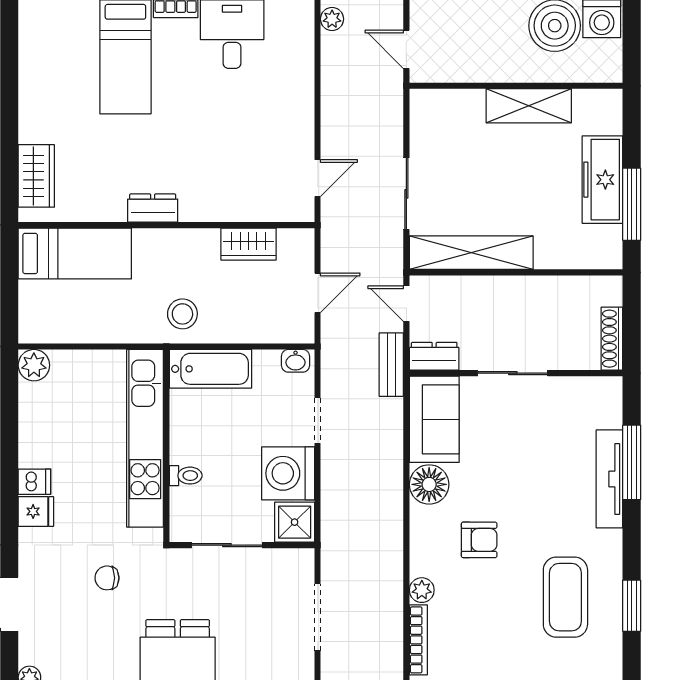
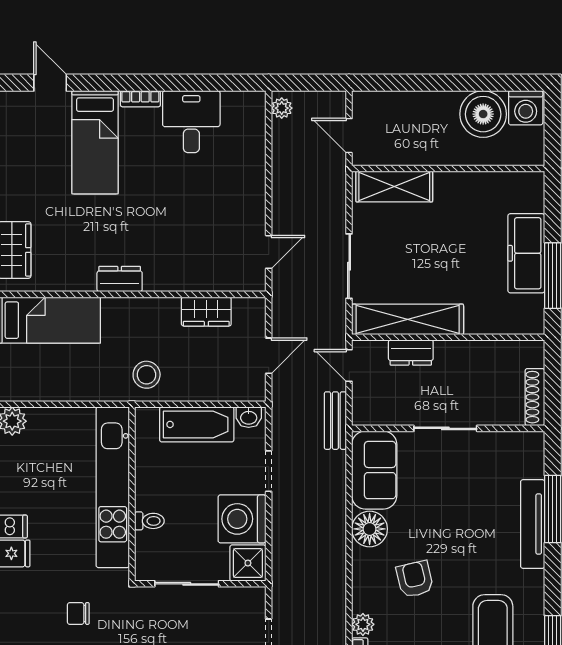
shelving: (529, 106) -> (394, 187), moved
dresser: (434, 356) -> (411, 353), moved, turned 180
bathtub: (210, 369) -> (197, 424), moved
armchair: (479, 540) -> (415, 579), turned -103

